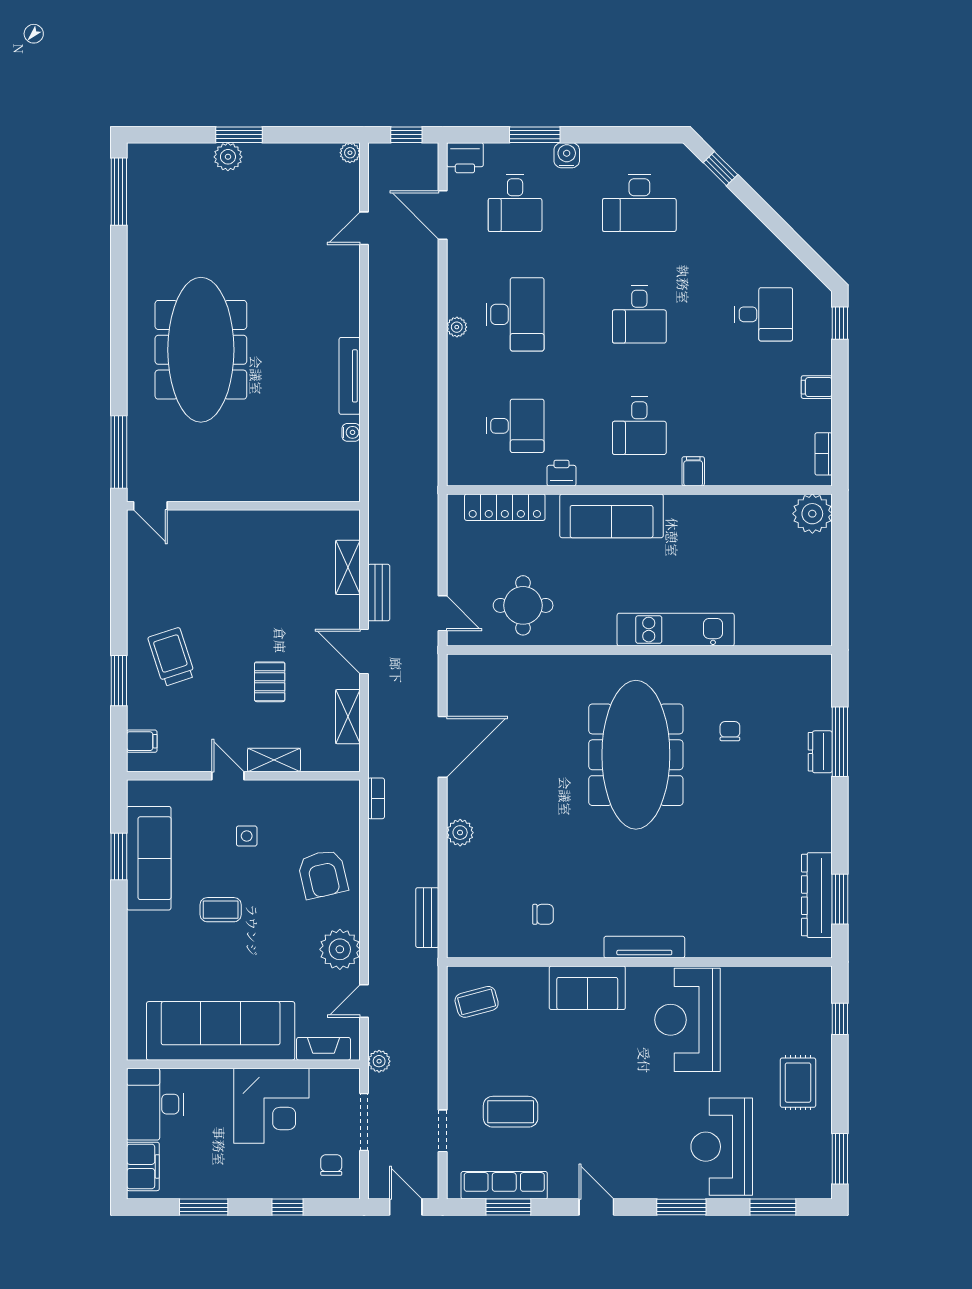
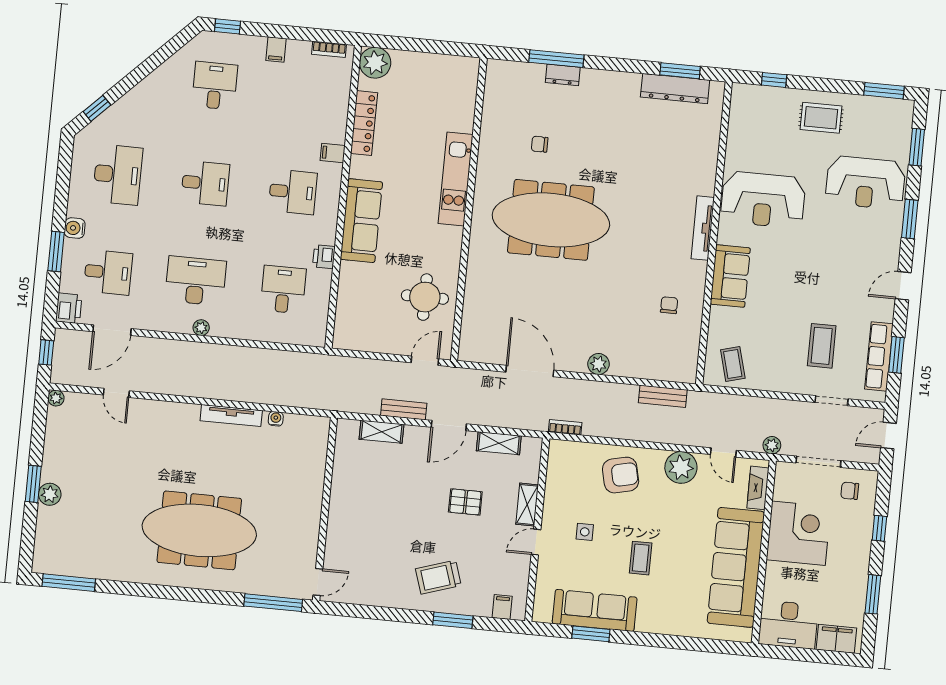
locker: (505, 507) -> (364, 123), moved

